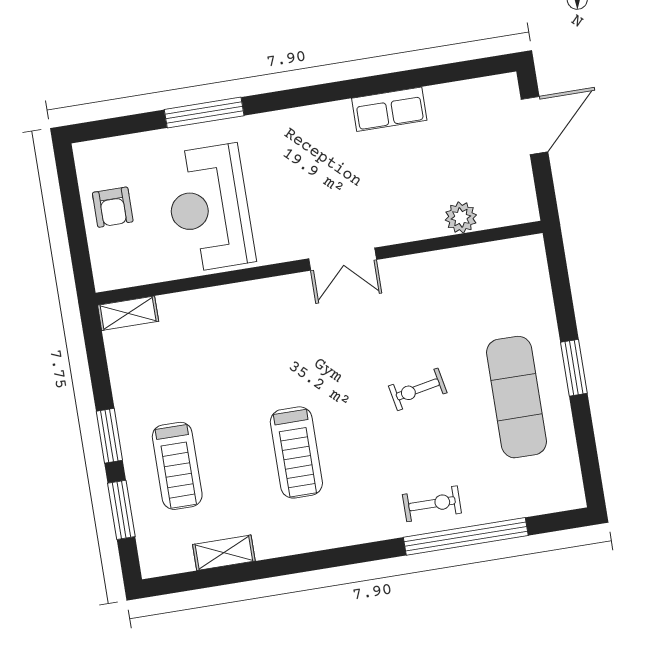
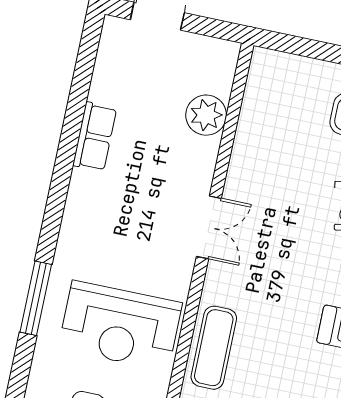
plant: (461, 218) -> (206, 115), width x1.36, depth x1.36
exercise mat: (224, 311) -> (214, 348), added

